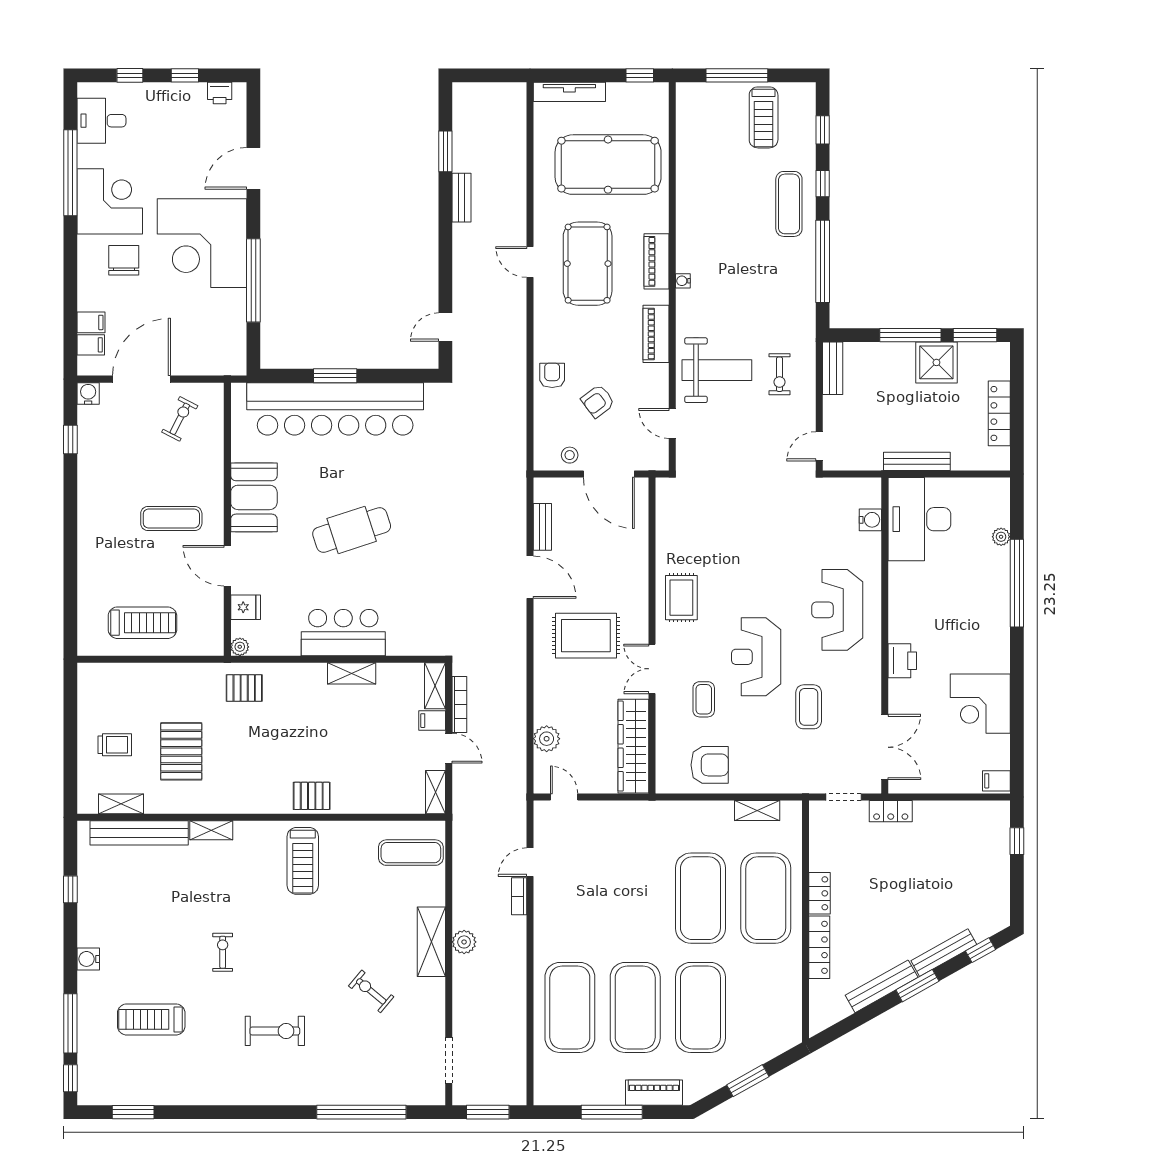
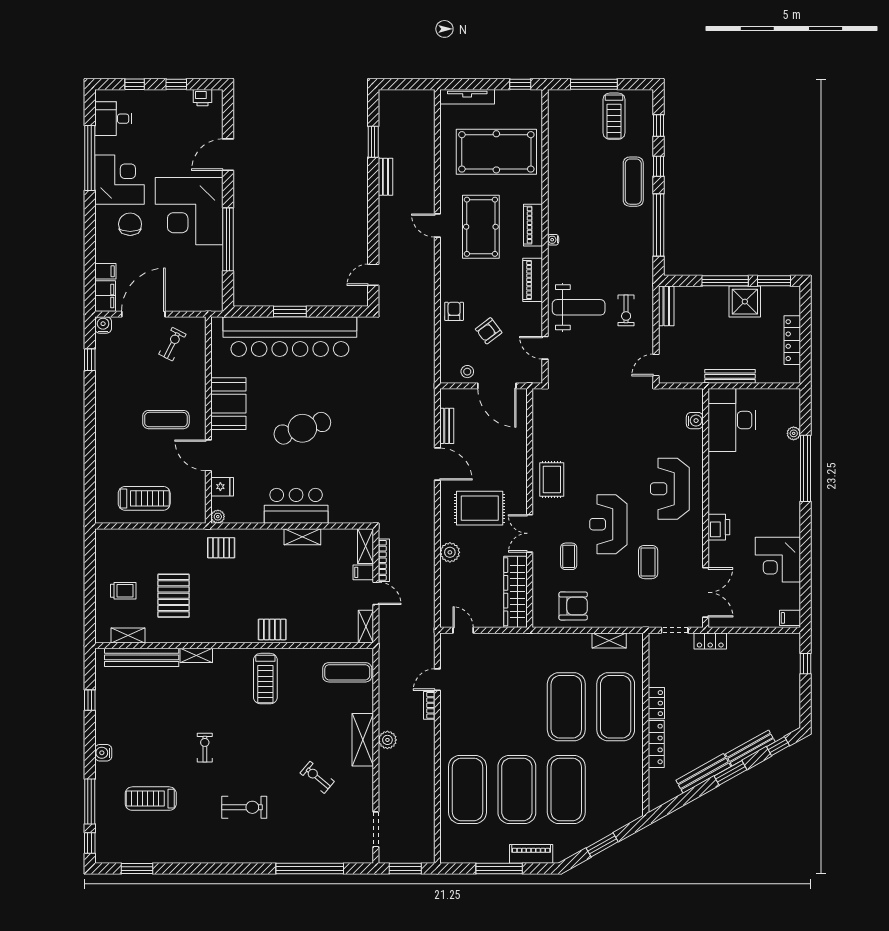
filing cabinet: (91, 345) -> (105, 296), width x2.00
plant: (547, 739) -> (450, 552), moved

